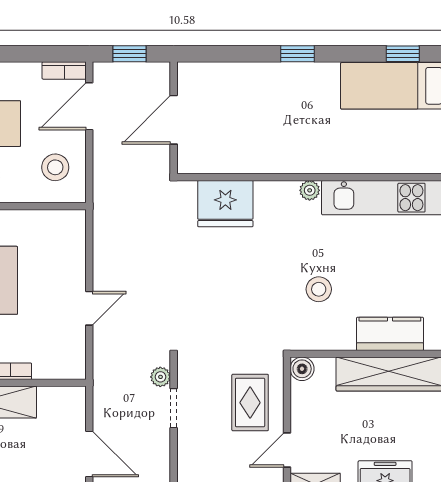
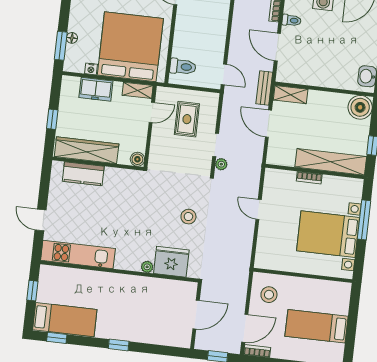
plant: (310, 190) -> (147, 267), moved
stool: (319, 289) -> (188, 217), moved
door: (89, 308) -> (259, 209), hinge flipped
rug: (250, 403) -> (187, 119), moved

